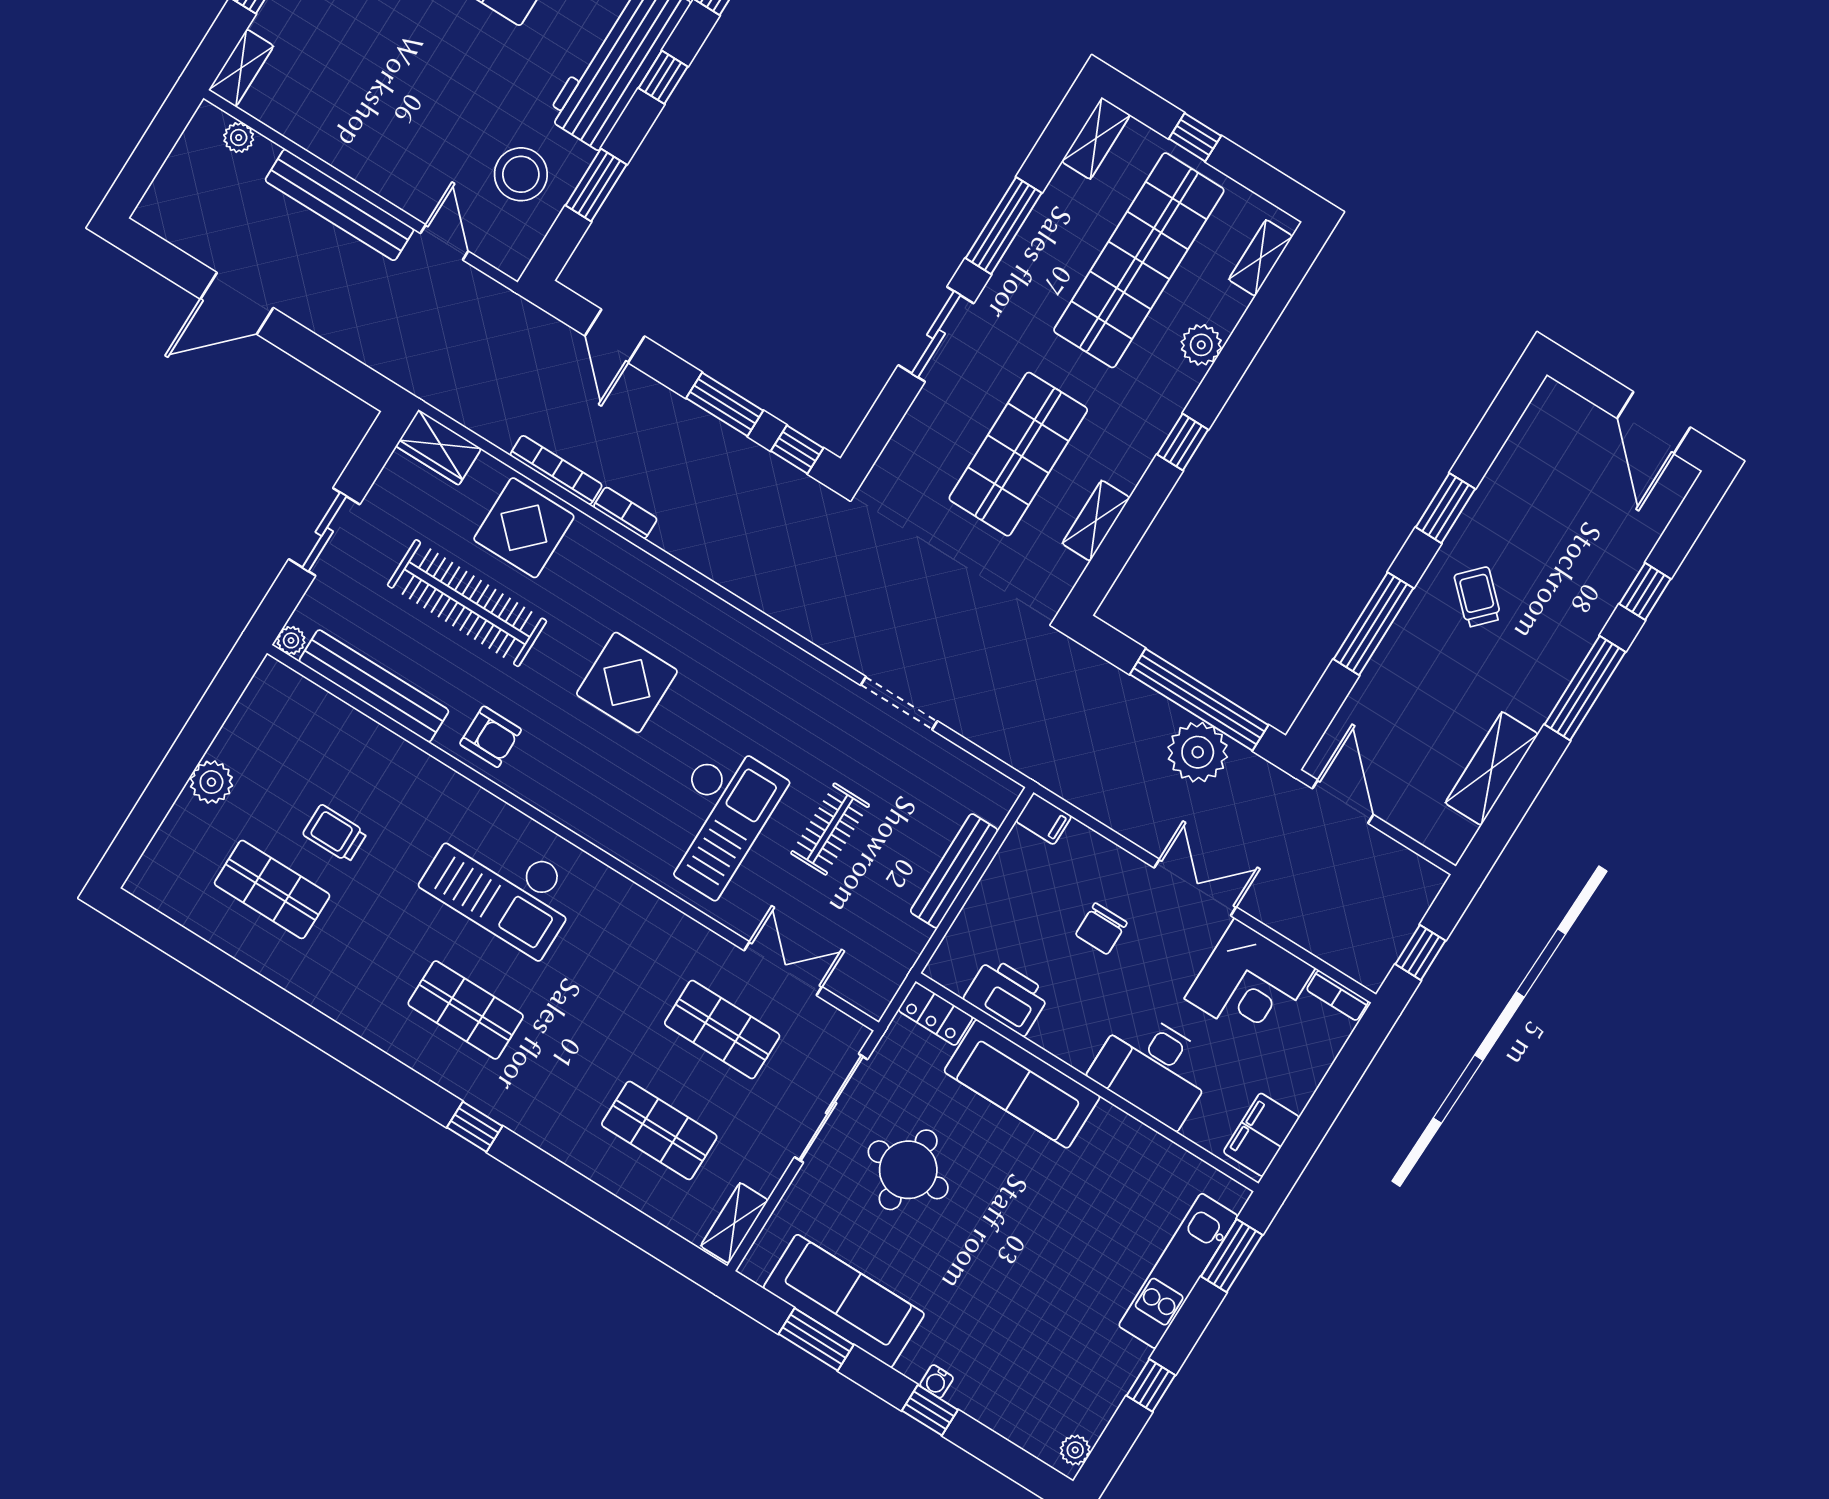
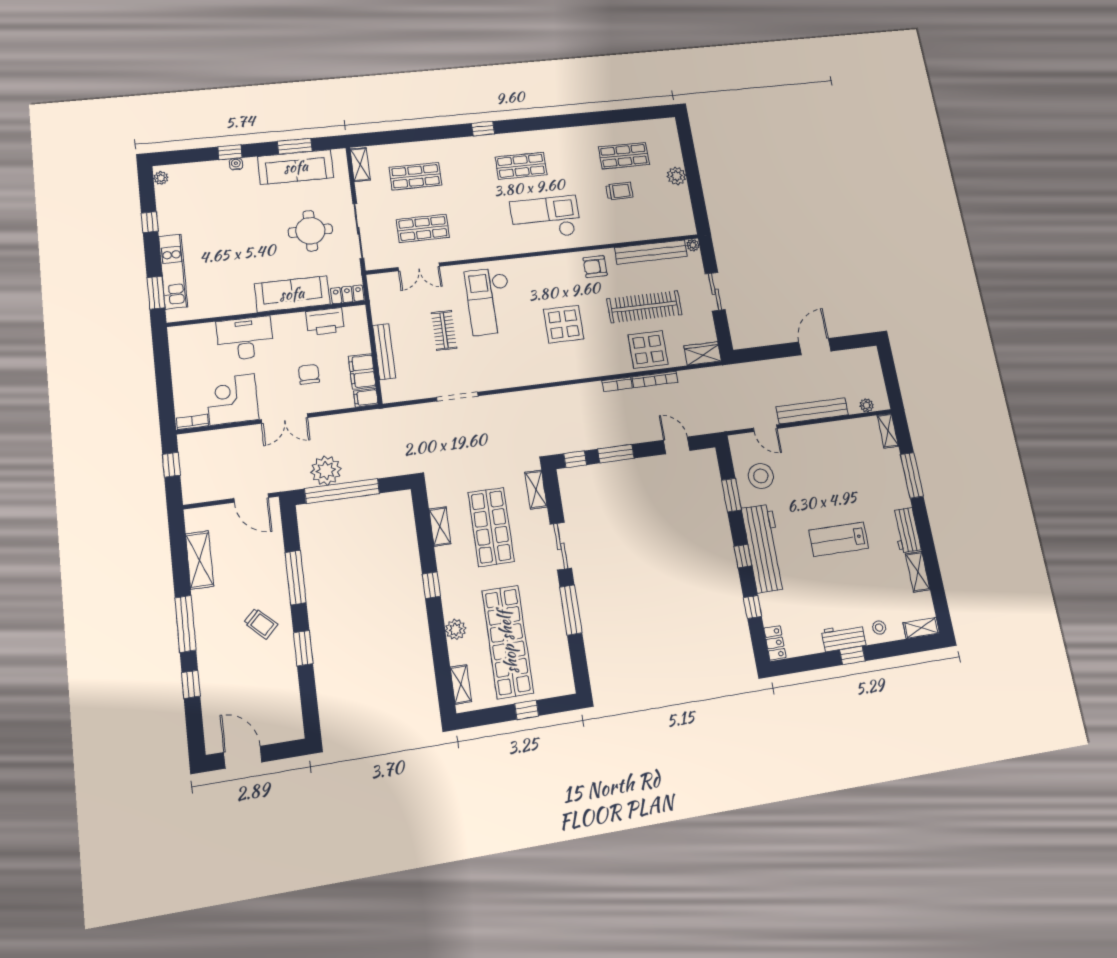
shelving: (1096, 138) -> (536, 490), moved
filing cabinet: (1261, 1135) -> (362, 371), moved, turned 180

